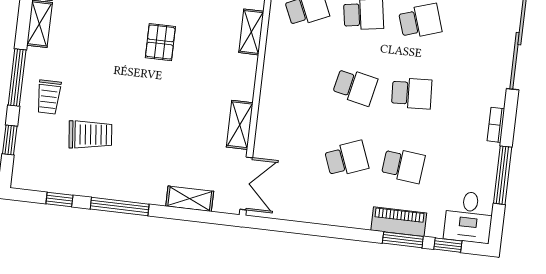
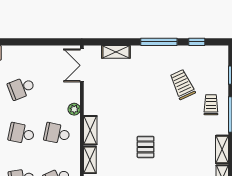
school desk: (298, 80) -> (57, 133), added
plant: (267, 115) -> (74, 109), added
shelving: (240, 125) -> (90, 130), moved
trolley: (90, 135) -> (182, 84), turned 71

